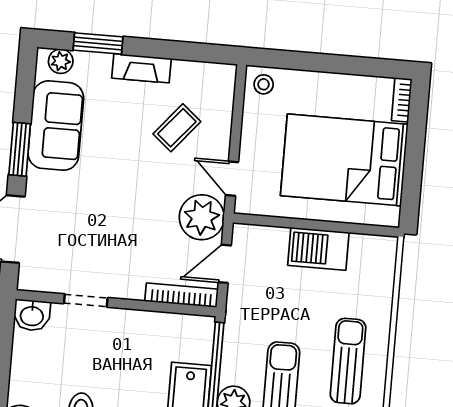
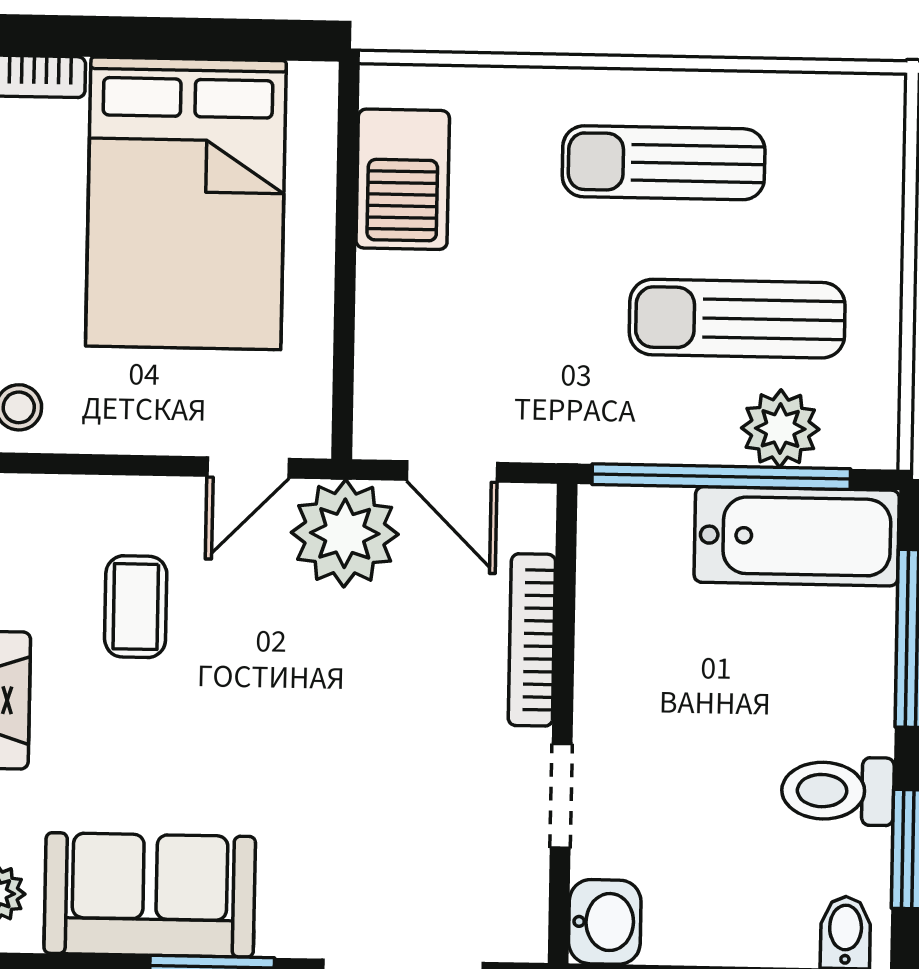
coffee table: (177, 128) -> (136, 607), turned 50
barbecue: (318, 249) -> (403, 179), moved
bookcase: (181, 295) -> (532, 640), moved

